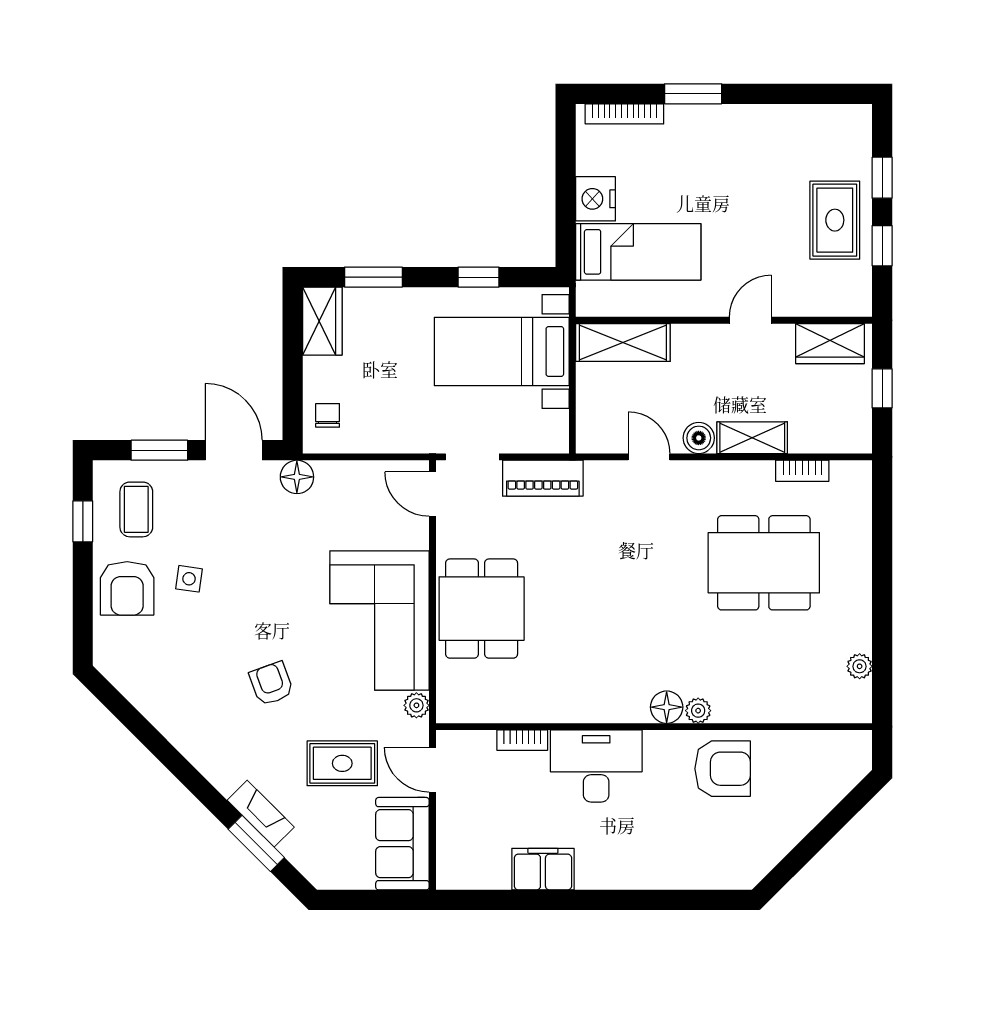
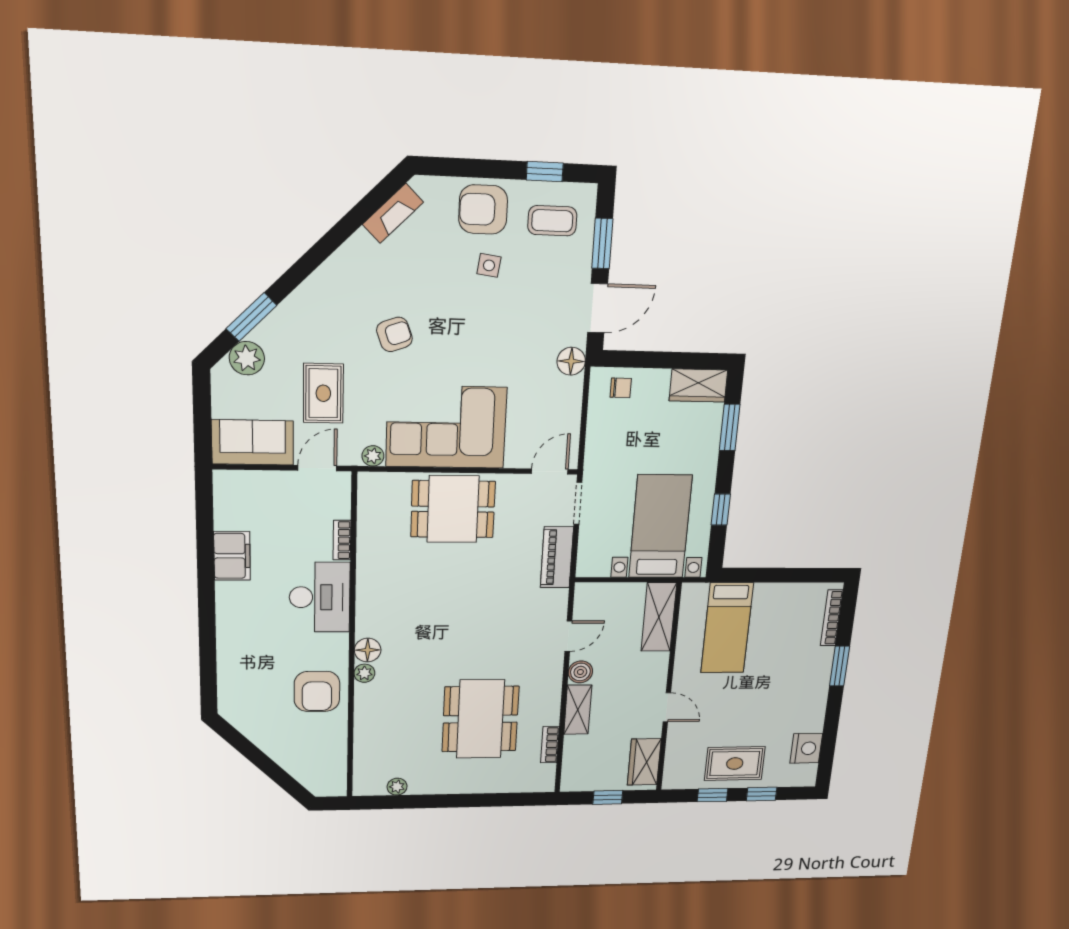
nightstand: (596, 199) -> (806, 748), moved, turned 90
fireplace: (261, 814) -> (393, 213), moved
plant: (304, 849) -> (247, 358), added

